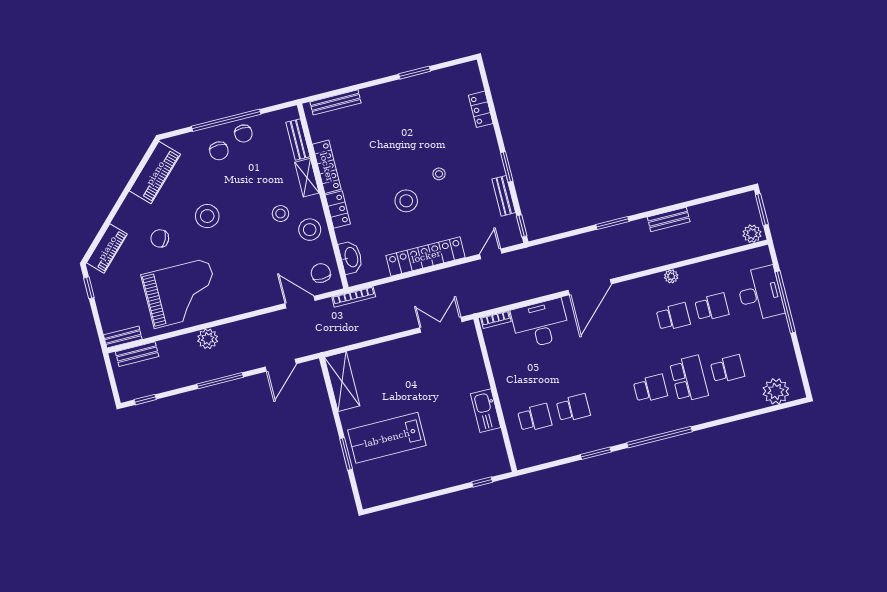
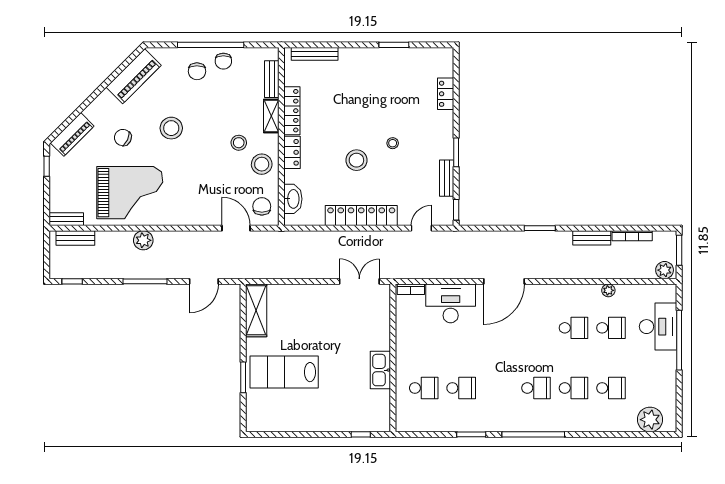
plant: (671, 276) -> (608, 290), moved
bookcase: (354, 297) -> (632, 236), moved
school desk: (689, 379) -> (573, 388), width x0.54

